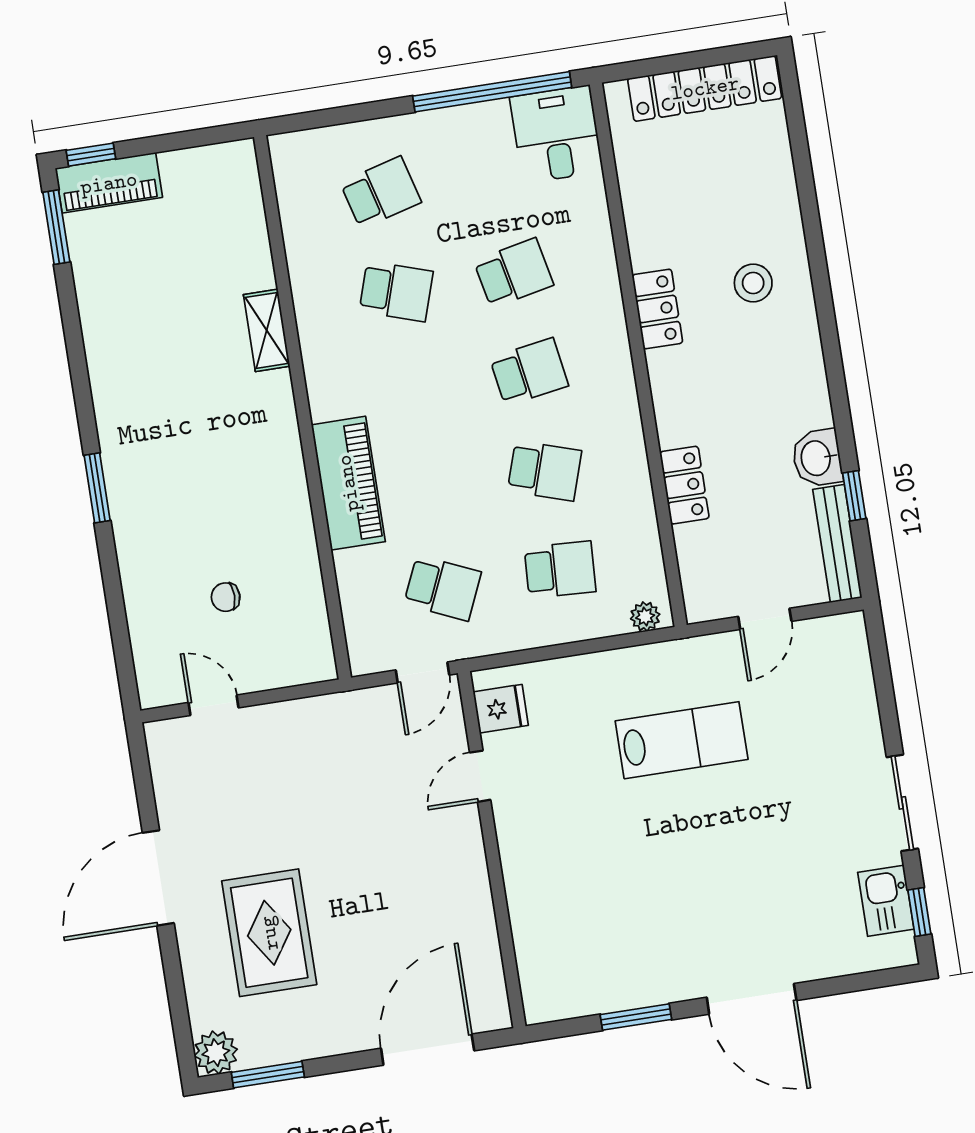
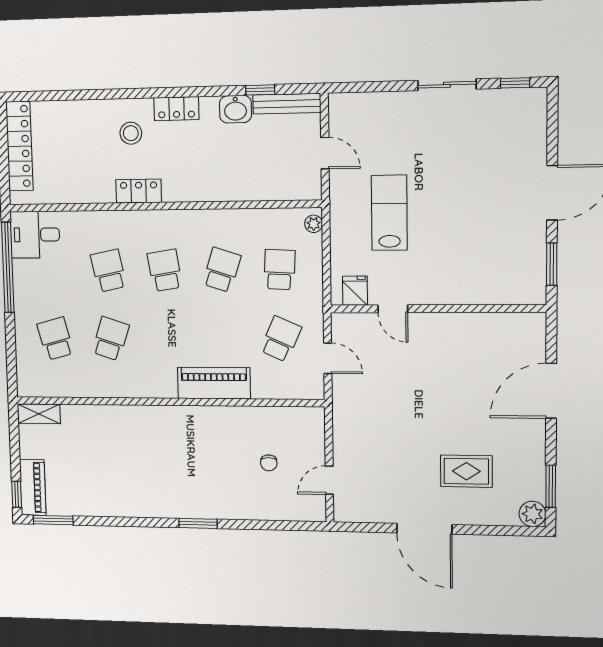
shelving: (267, 330) -> (39, 414), moved
locker: (684, 485) -> (176, 109), moved, turned 180
fridge: (501, 709) -> (355, 291), moved
door: (480, 776) -> (393, 309), moved
wall: (492, 850) -> (437, 309), moved
kitchen sink: (886, 901) -> (505, 103), removed
rug: (269, 933) -> (466, 471), width x0.73, depth x0.70
door: (428, 1050) -> (551, 391), hinge flipped

